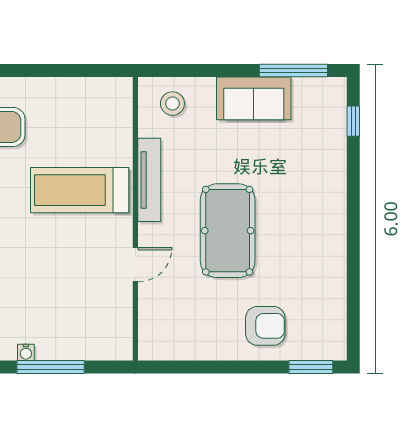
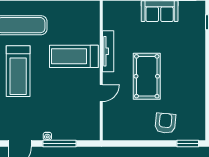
stool: (172, 104) -> (120, 14), removed
armchair: (265, 326) -> (165, 123), turned -85

